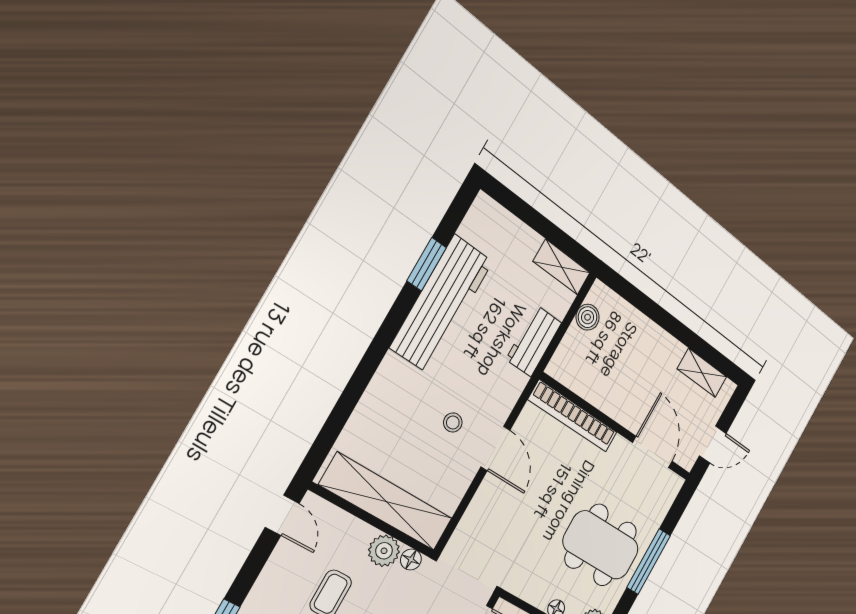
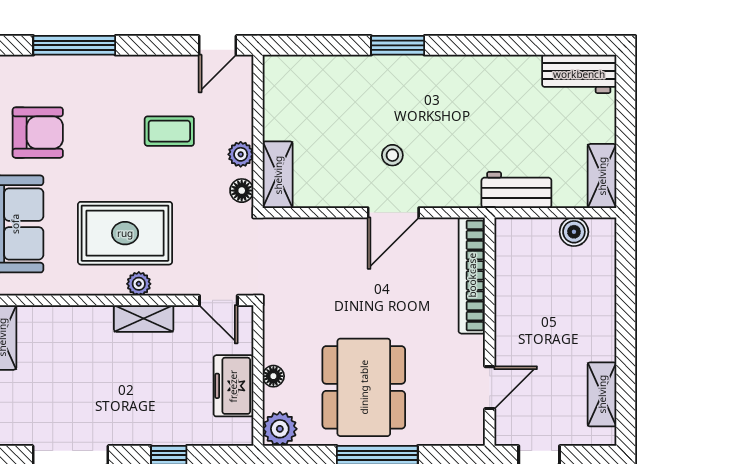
window: (427, 264) -> (398, 45), moved
workbench: (442, 304) -> (579, 74), moved, width x0.53, depth x0.76
door: (653, 452) -> (490, 388), width x0.73
shelving: (387, 502) -> (278, 175), width x0.45, depth x0.75
plant: (384, 551) -> (241, 154), width x0.73, depth x0.73

